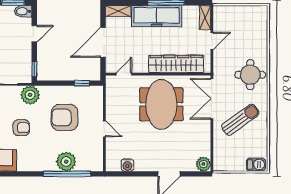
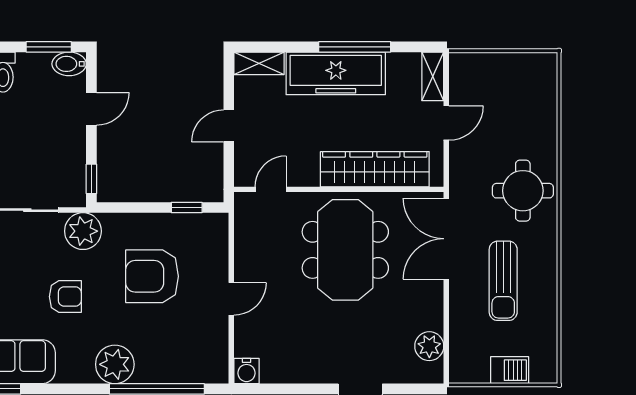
door: (103, 42) -> (229, 126), width x0.53
sun lounger: (240, 120) -> (503, 281), turned 126
door: (104, 129) -> (231, 299), hinge flipped
plant: (66, 162) -> (115, 364), moved
plant: (203, 164) -> (429, 346), moved
water cooler: (127, 165) -> (247, 371), moved
barbecue: (256, 165) -> (510, 370), moved

